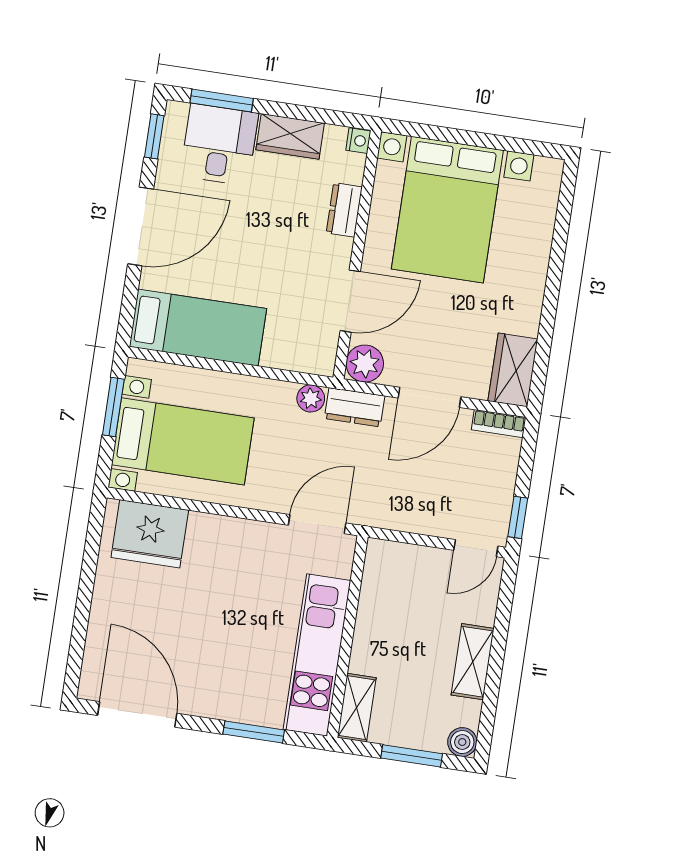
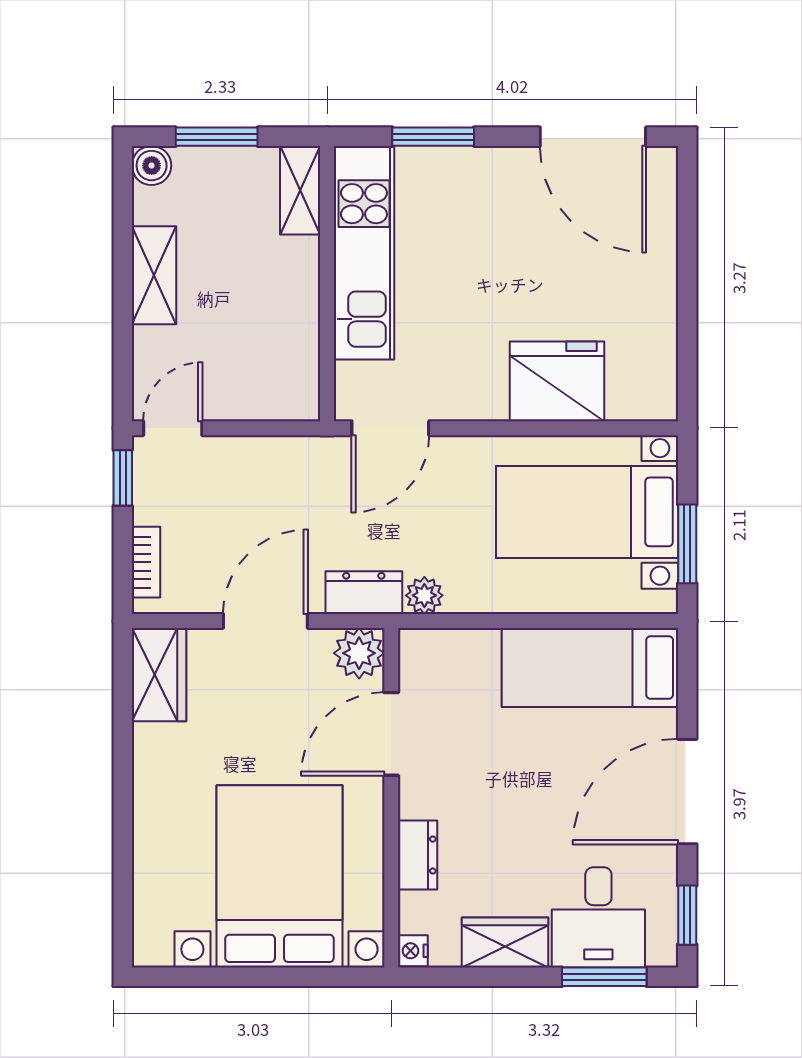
bookcase: (499, 424) -> (146, 562), moved, turned 90
fridge: (150, 534) -> (557, 381), moved

